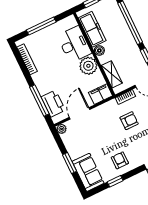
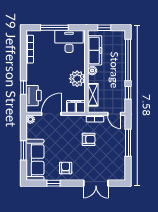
desk: (74, 44) -> (69, 41), moved, turned -90
window: (39, 101) -> (24, 88), width x0.46
sofa: (88, 172) -> (35, 160), width x1.36

